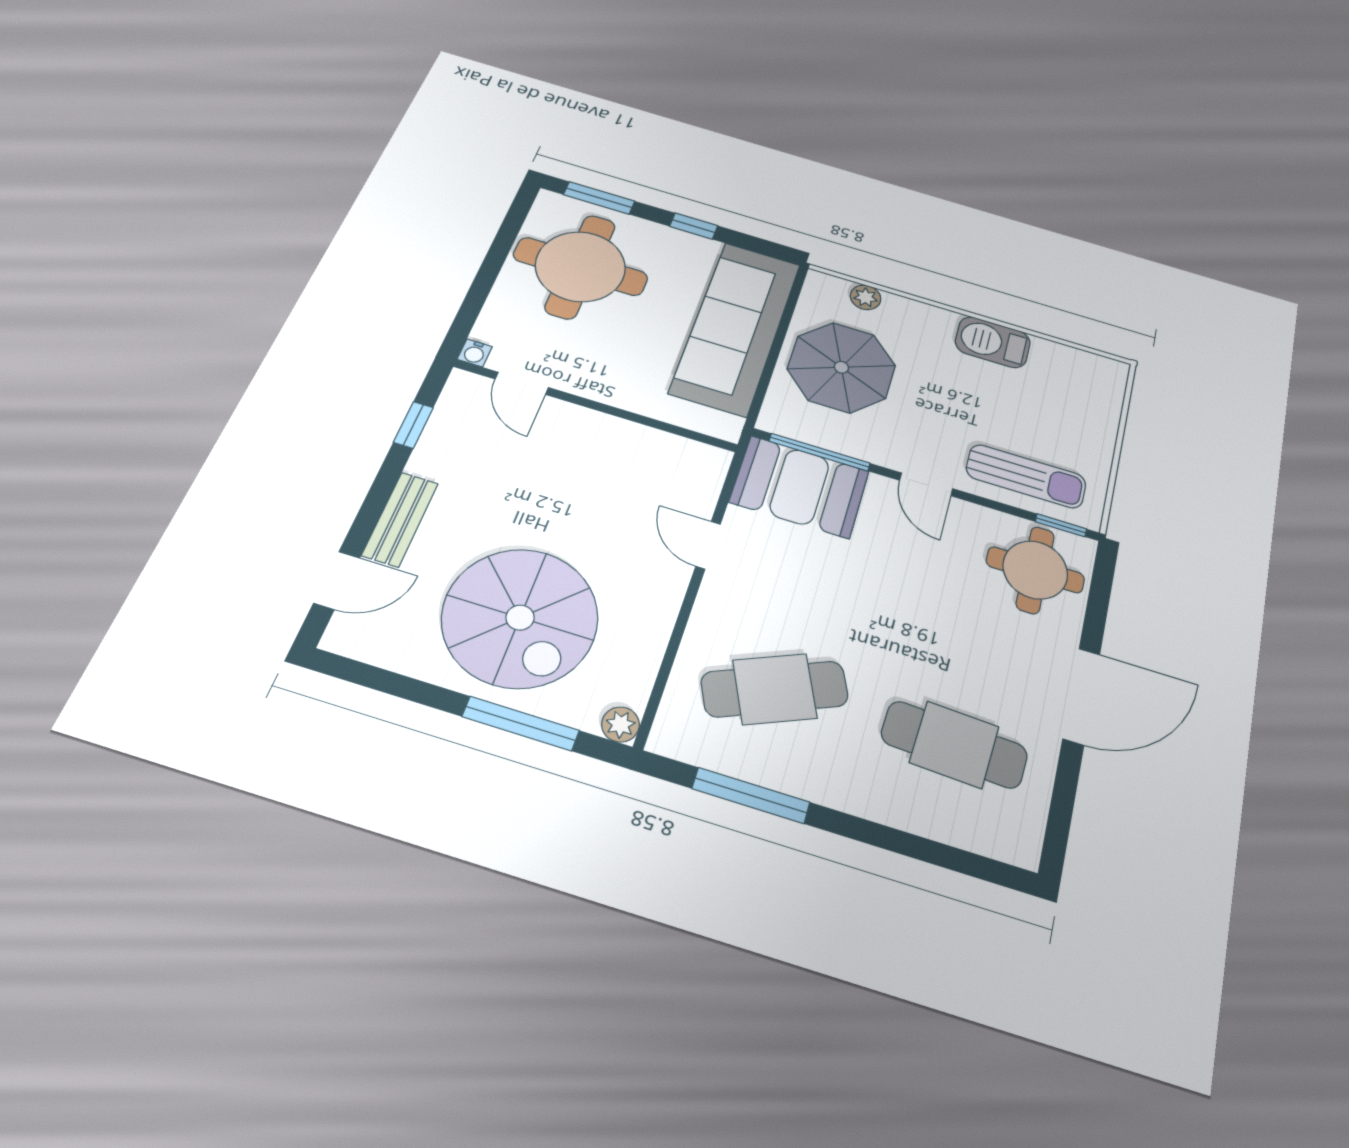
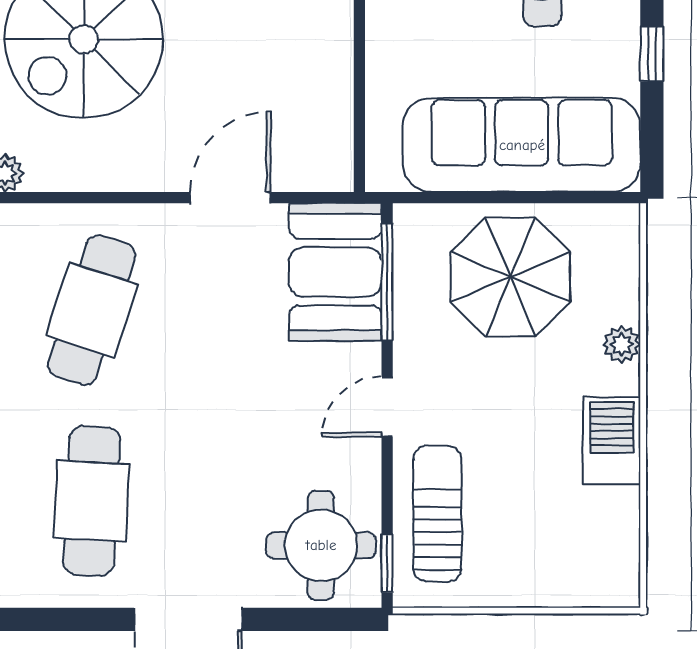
plant: (866, 297) -> (622, 344), moved
sun lounger: (1026, 476) -> (438, 514), turned 180
door: (708, 545) -> (230, 198), width x1.38
cafe table: (775, 689) -> (92, 310), turned 42

